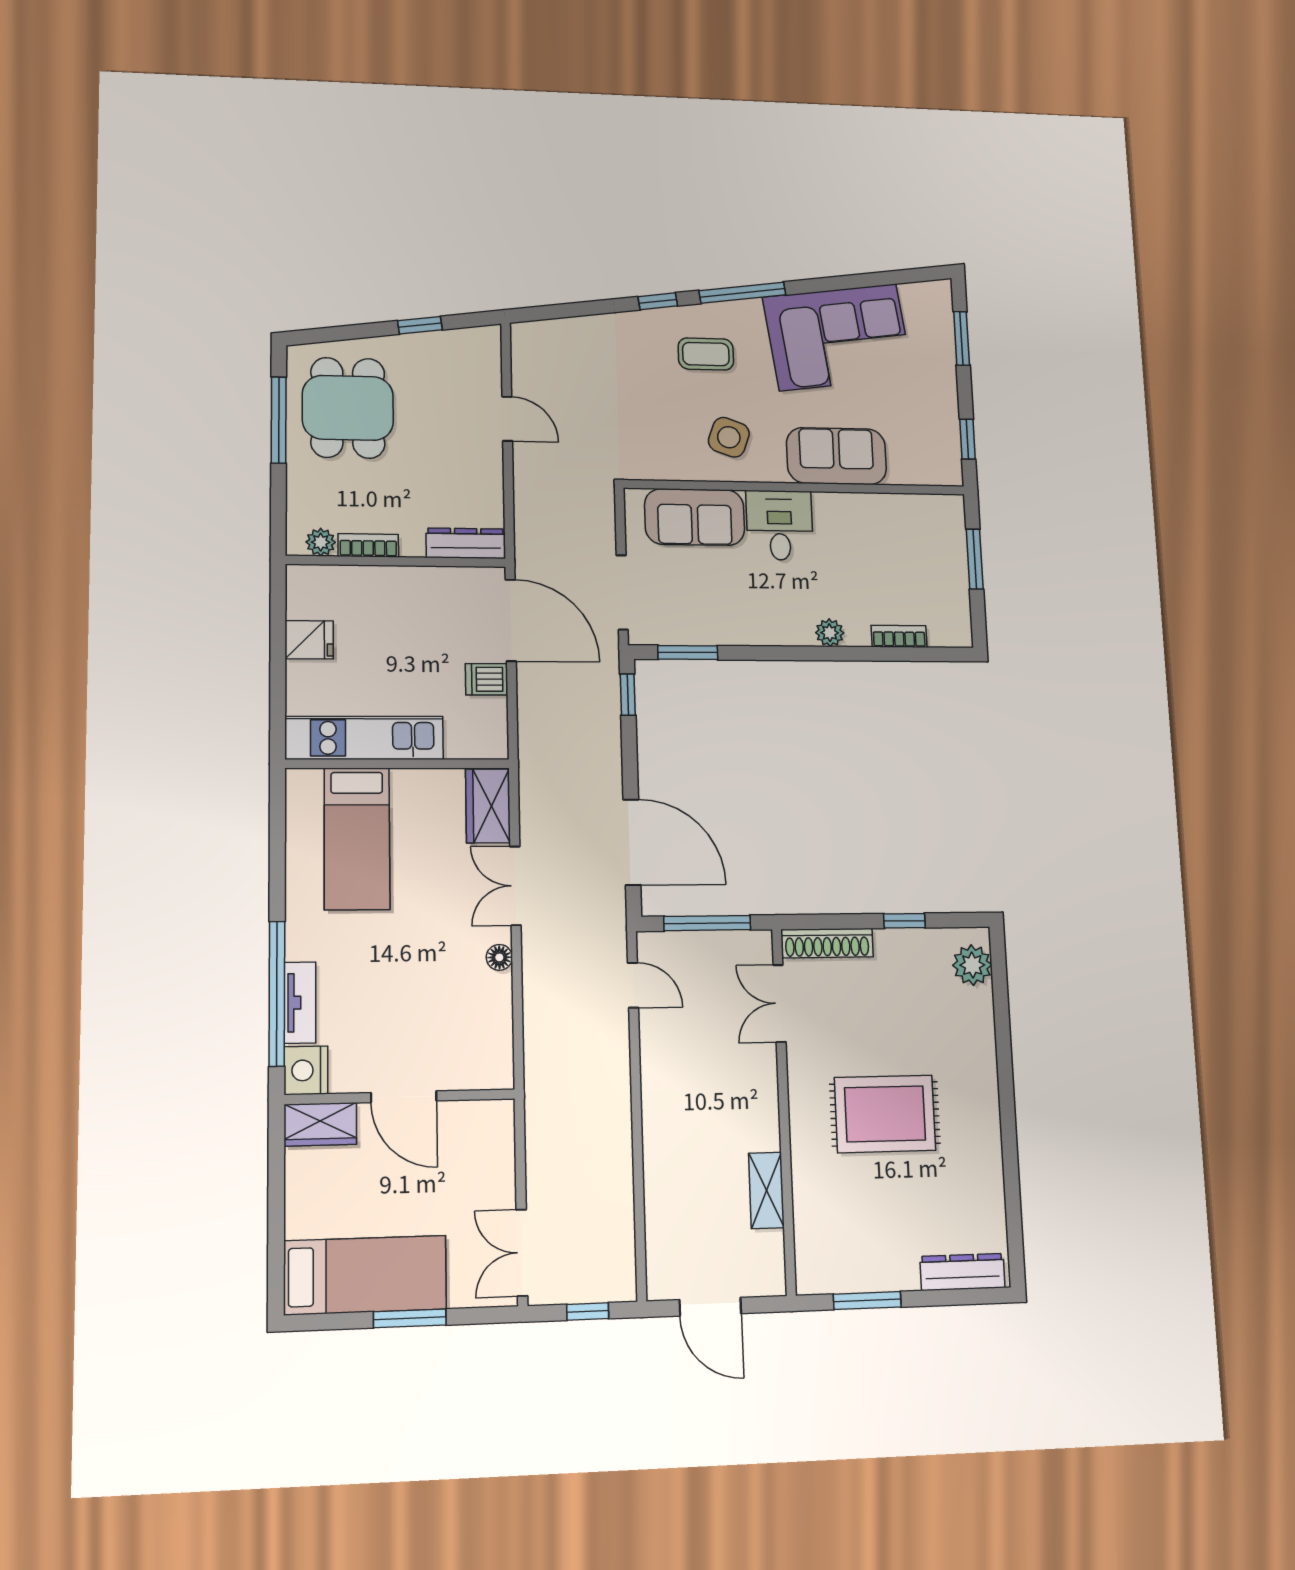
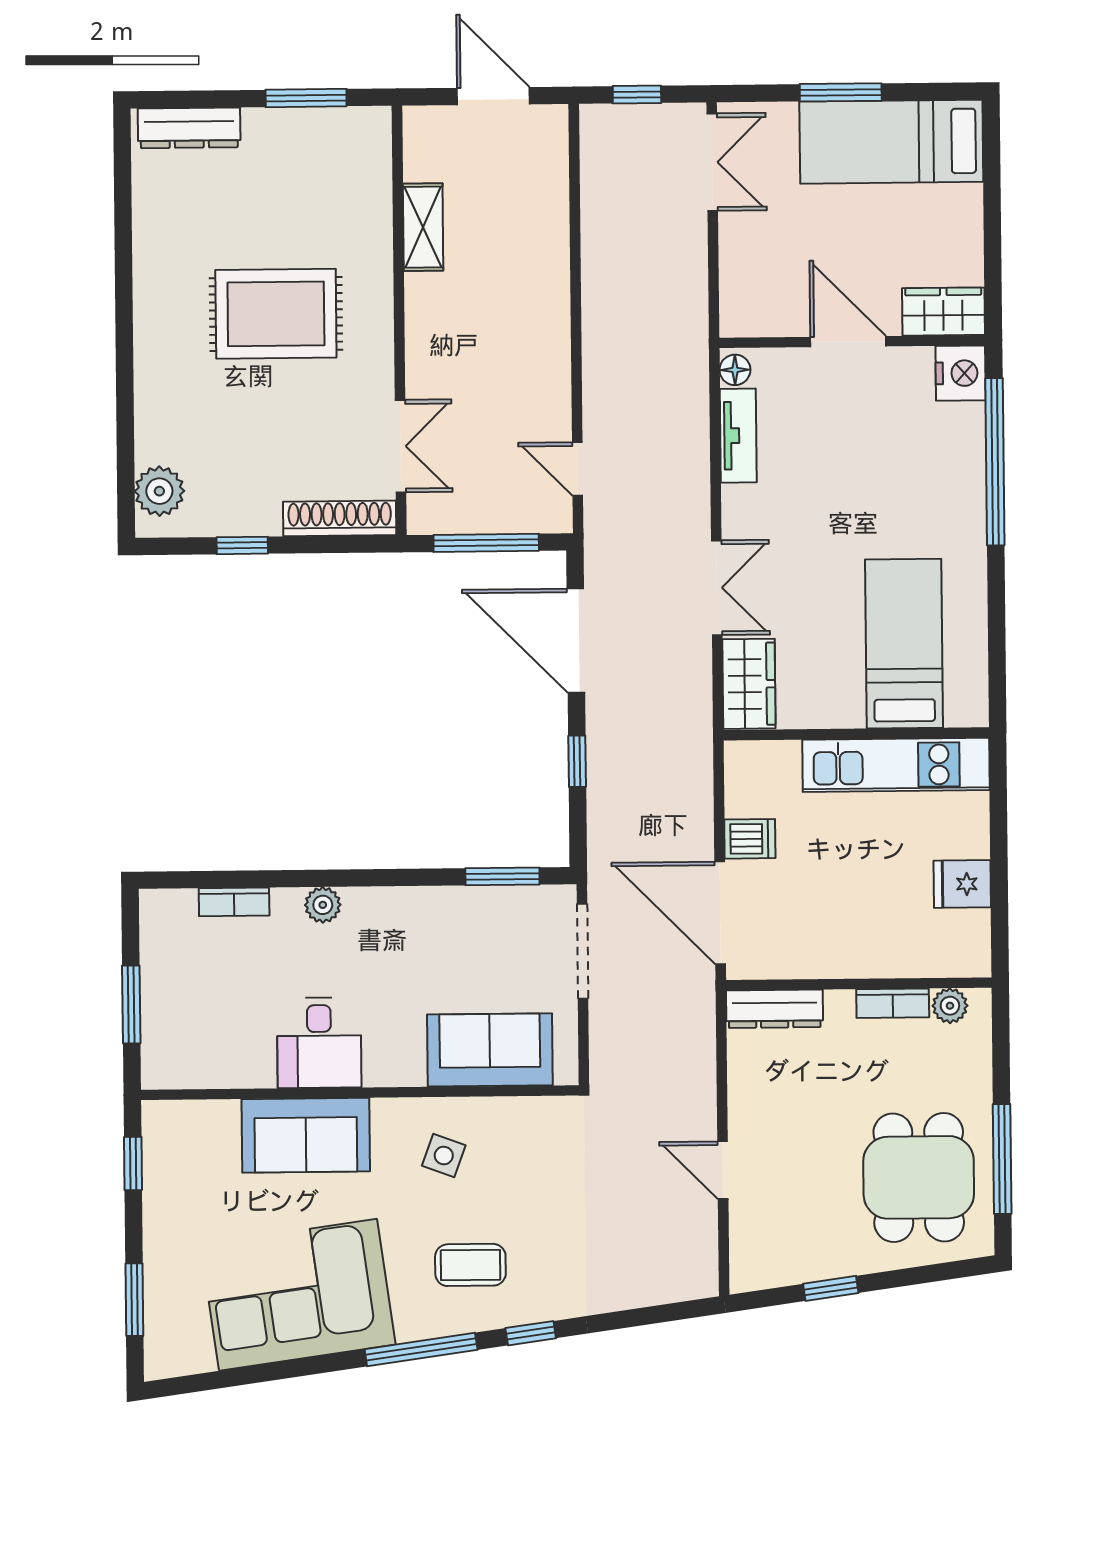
side table: (729, 437) -> (444, 1156), width x0.73, depth x0.73
desk: (780, 525) -> (319, 1043), moved
window: (628, 695) -> (577, 761), moved
floor lamp: (499, 957) -> (735, 370), moved
tv unit: (300, 1003) -> (738, 436), moved, turned 180

